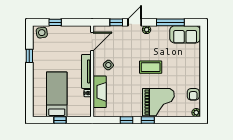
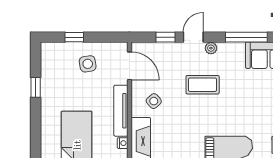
side table: (42, 33) -> (88, 64), moved
door: (92, 41) -> (129, 66), hinge flipped
coffee table: (151, 67) -> (203, 85), moved

